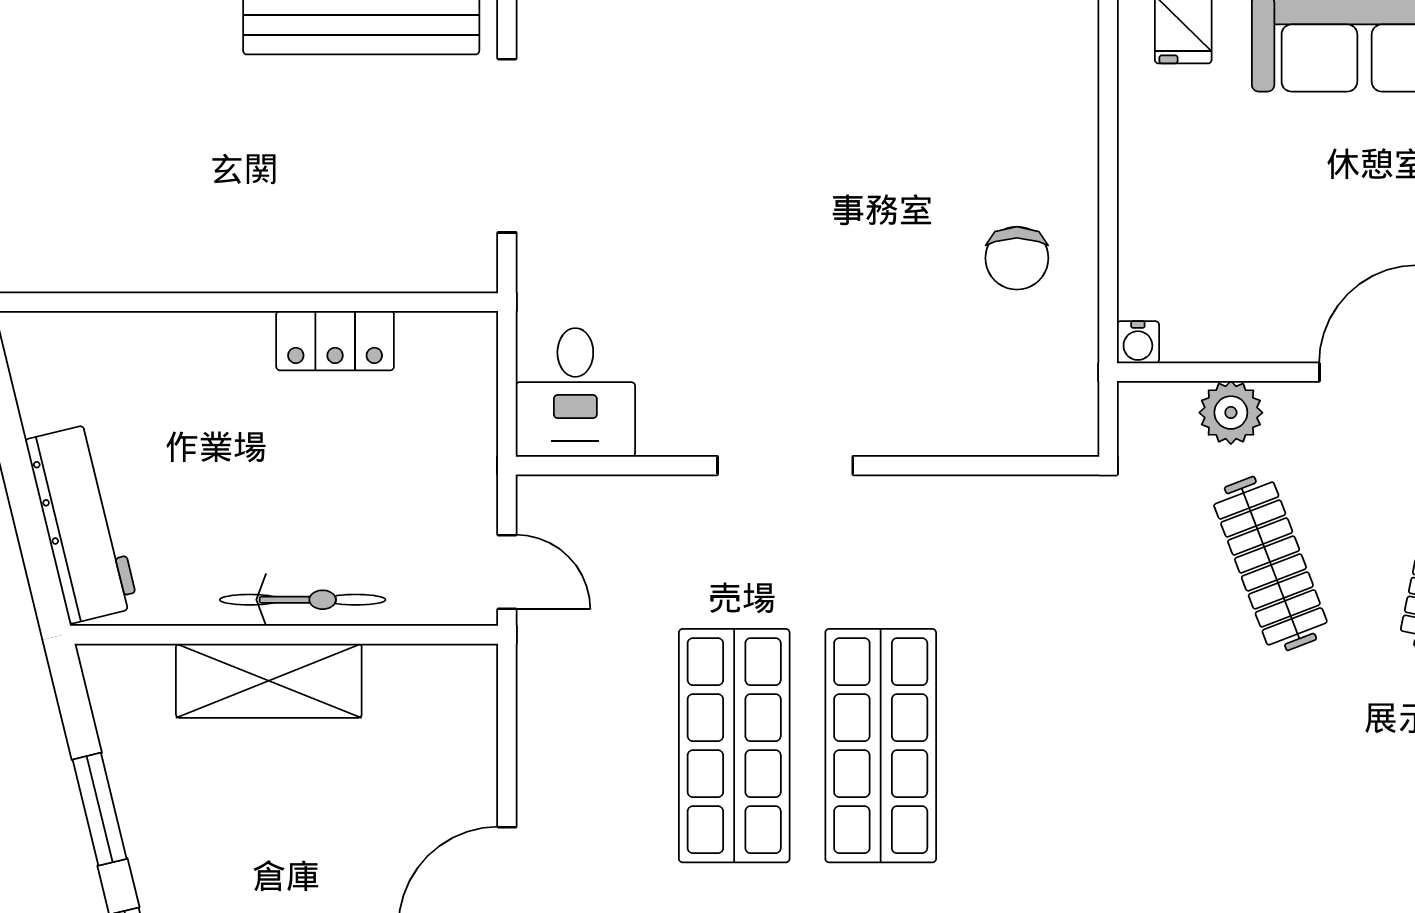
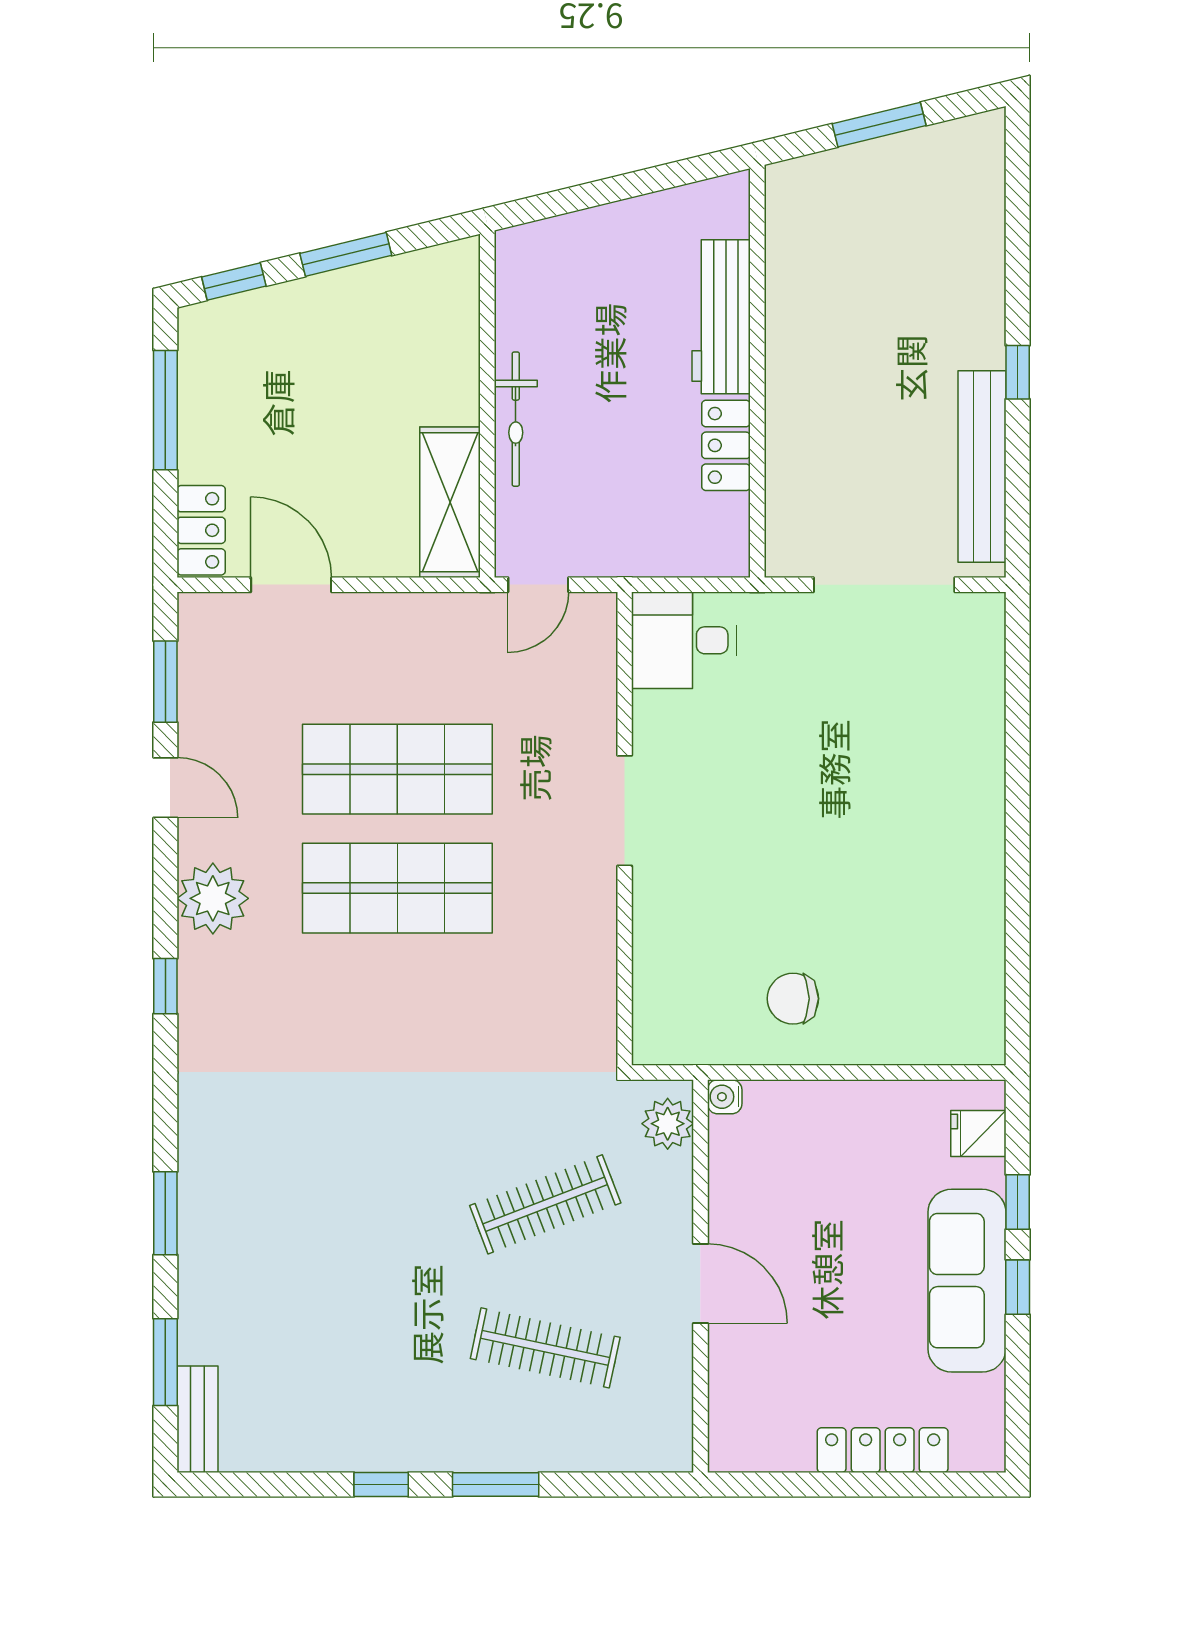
plant: (1231, 413) -> (668, 1124), moved
workbench: (82, 523) -> (721, 317), moved, turned 104
shelving: (269, 681) -> (450, 502), moved

